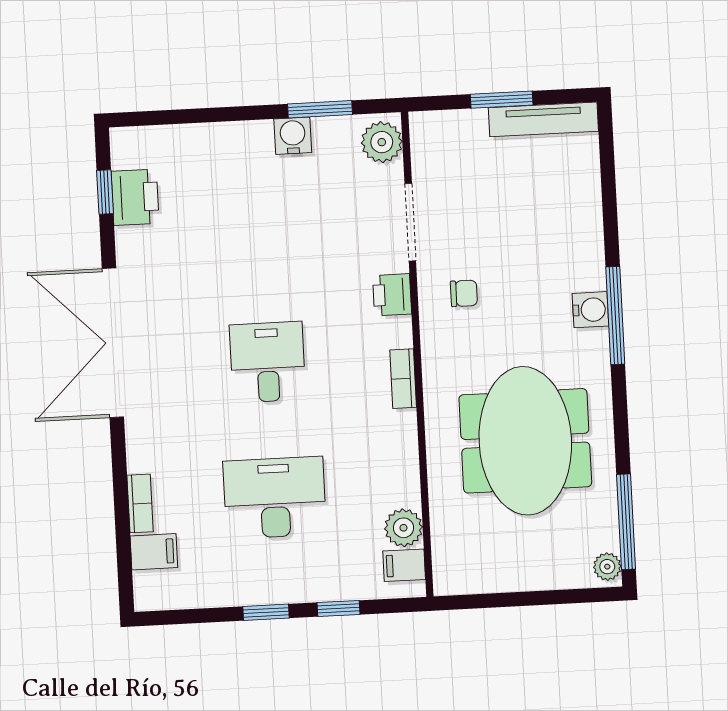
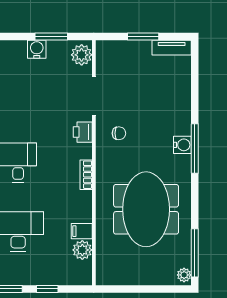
tv unit: (543, 119) -> (172, 48), width x0.71
filing cabinet: (404, 565) -> (82, 231), moved

